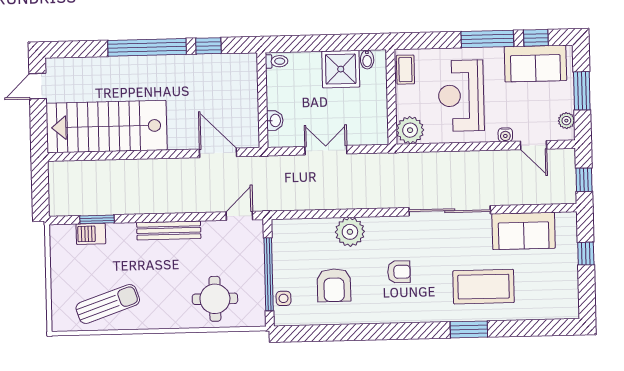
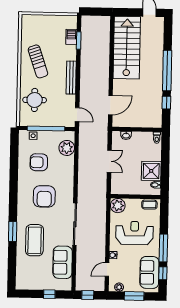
plant: (350, 232) -> (67, 148), moved
armchair: (399, 272) -> (44, 196), width x1.88, depth x1.88
sun lounger: (108, 304) -> (38, 61), moved

